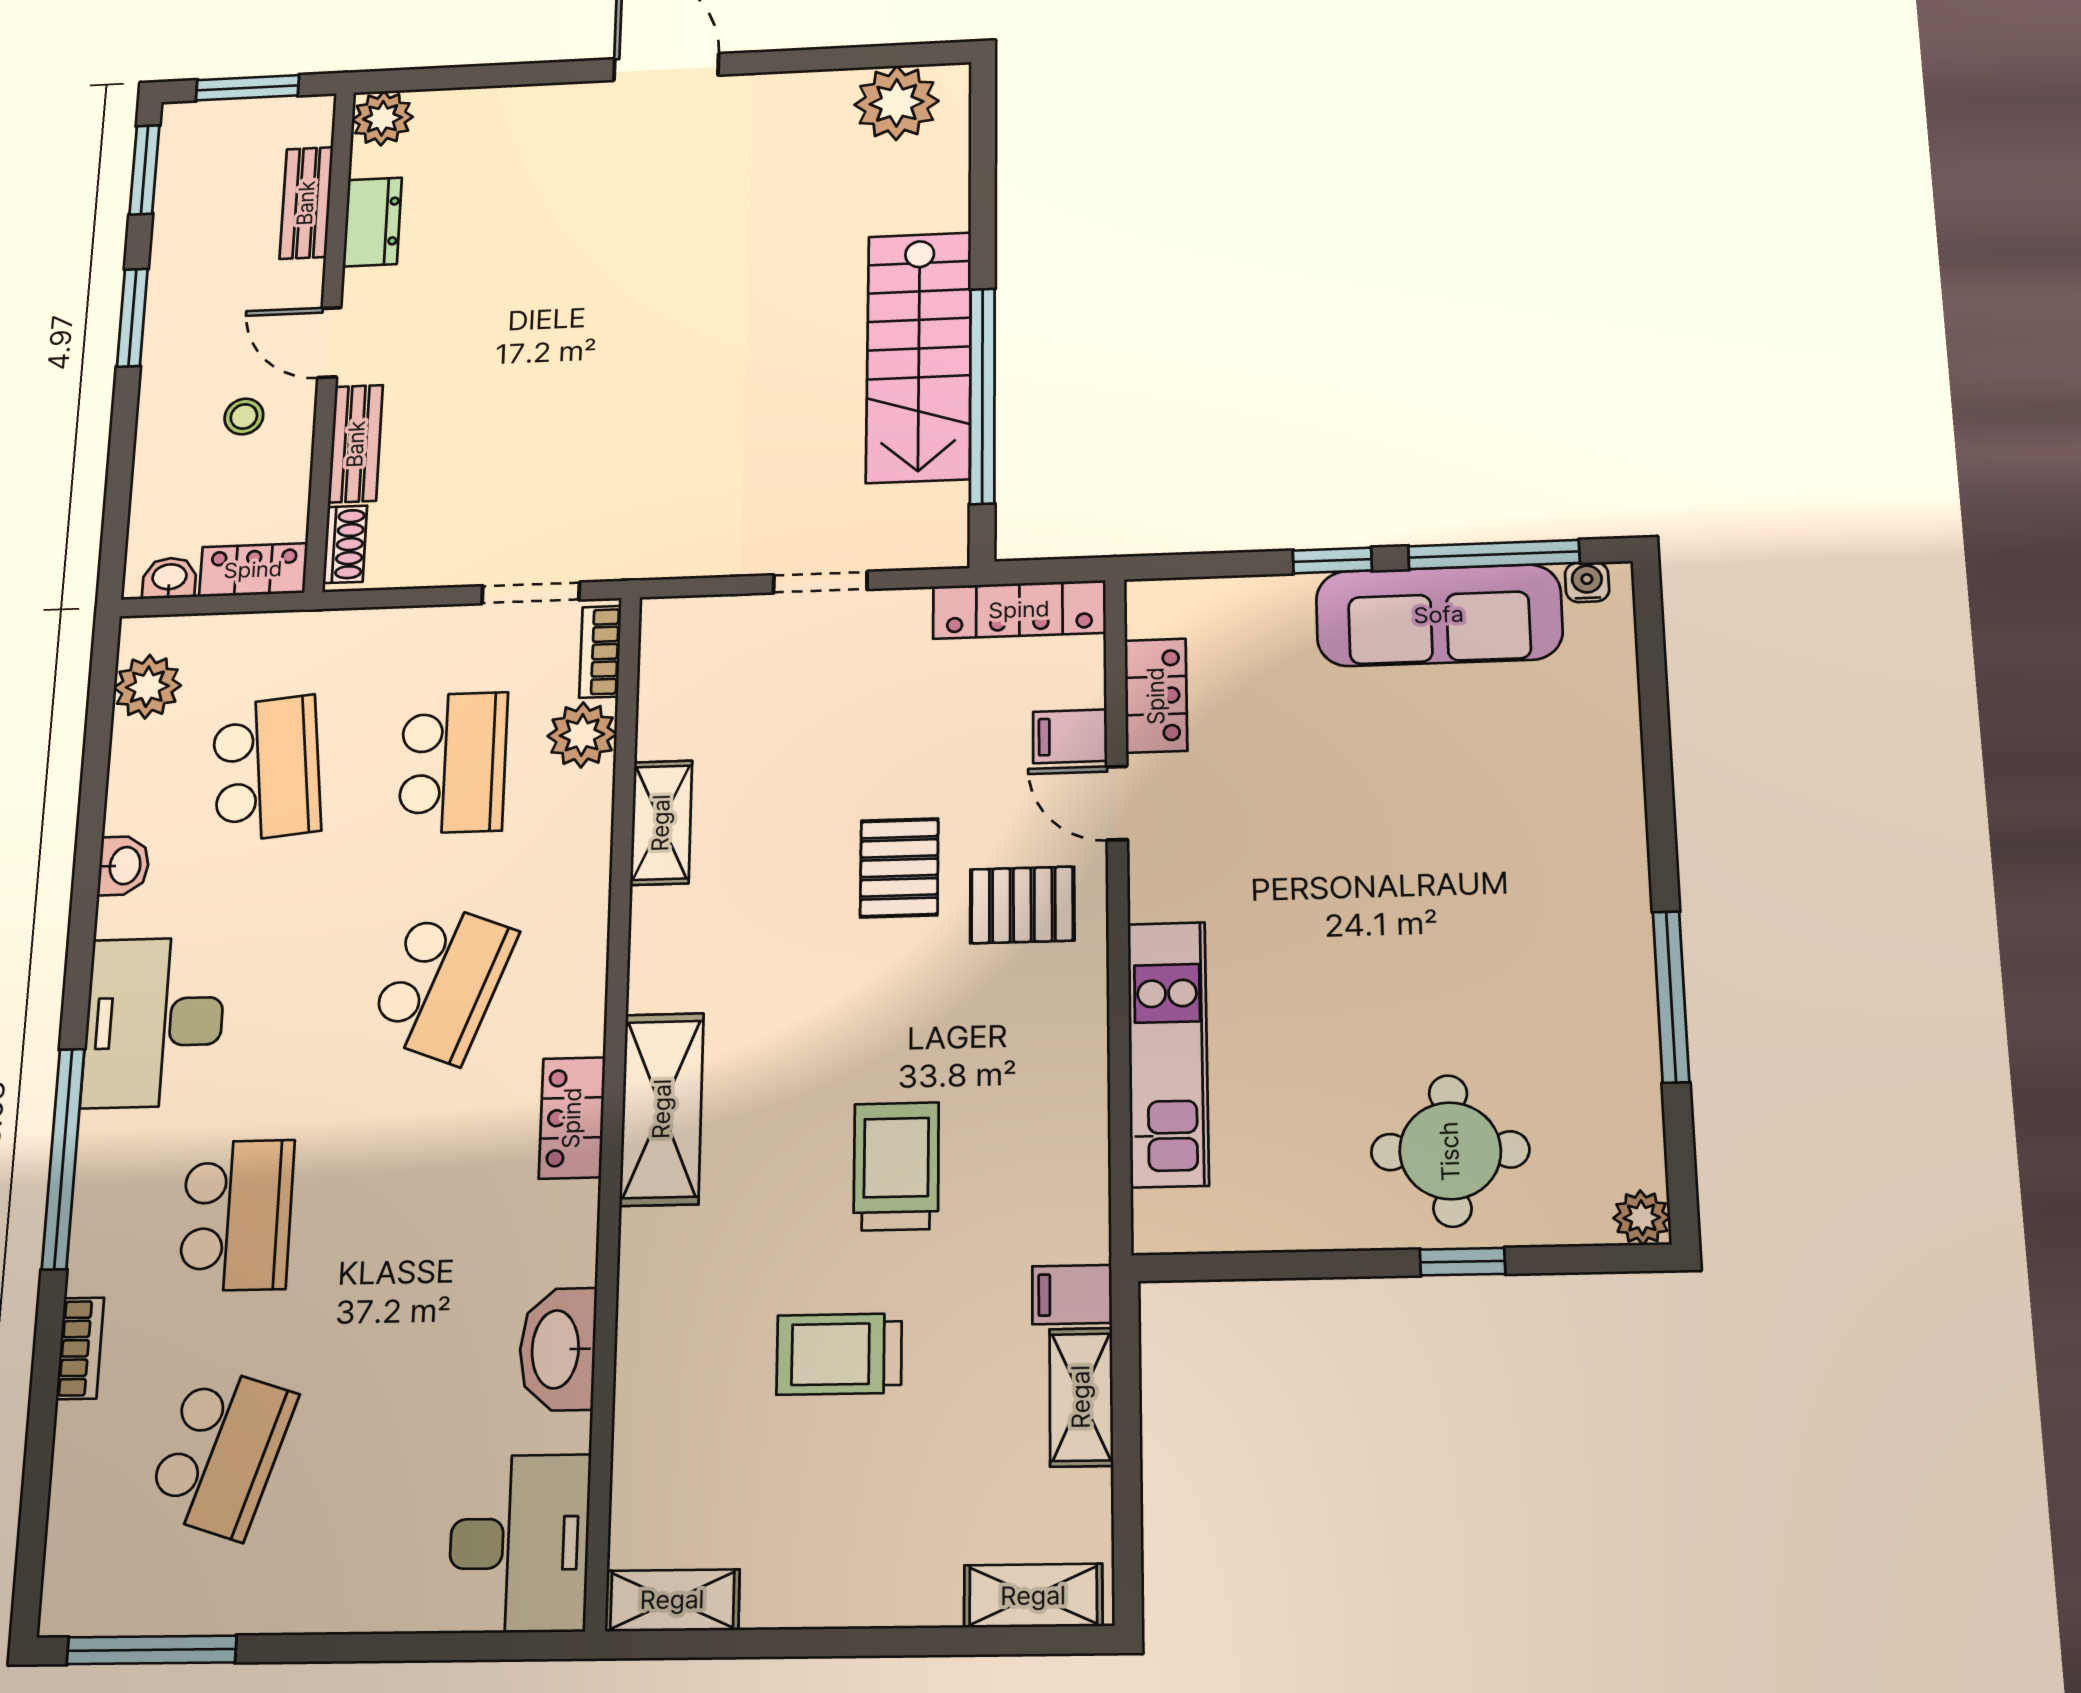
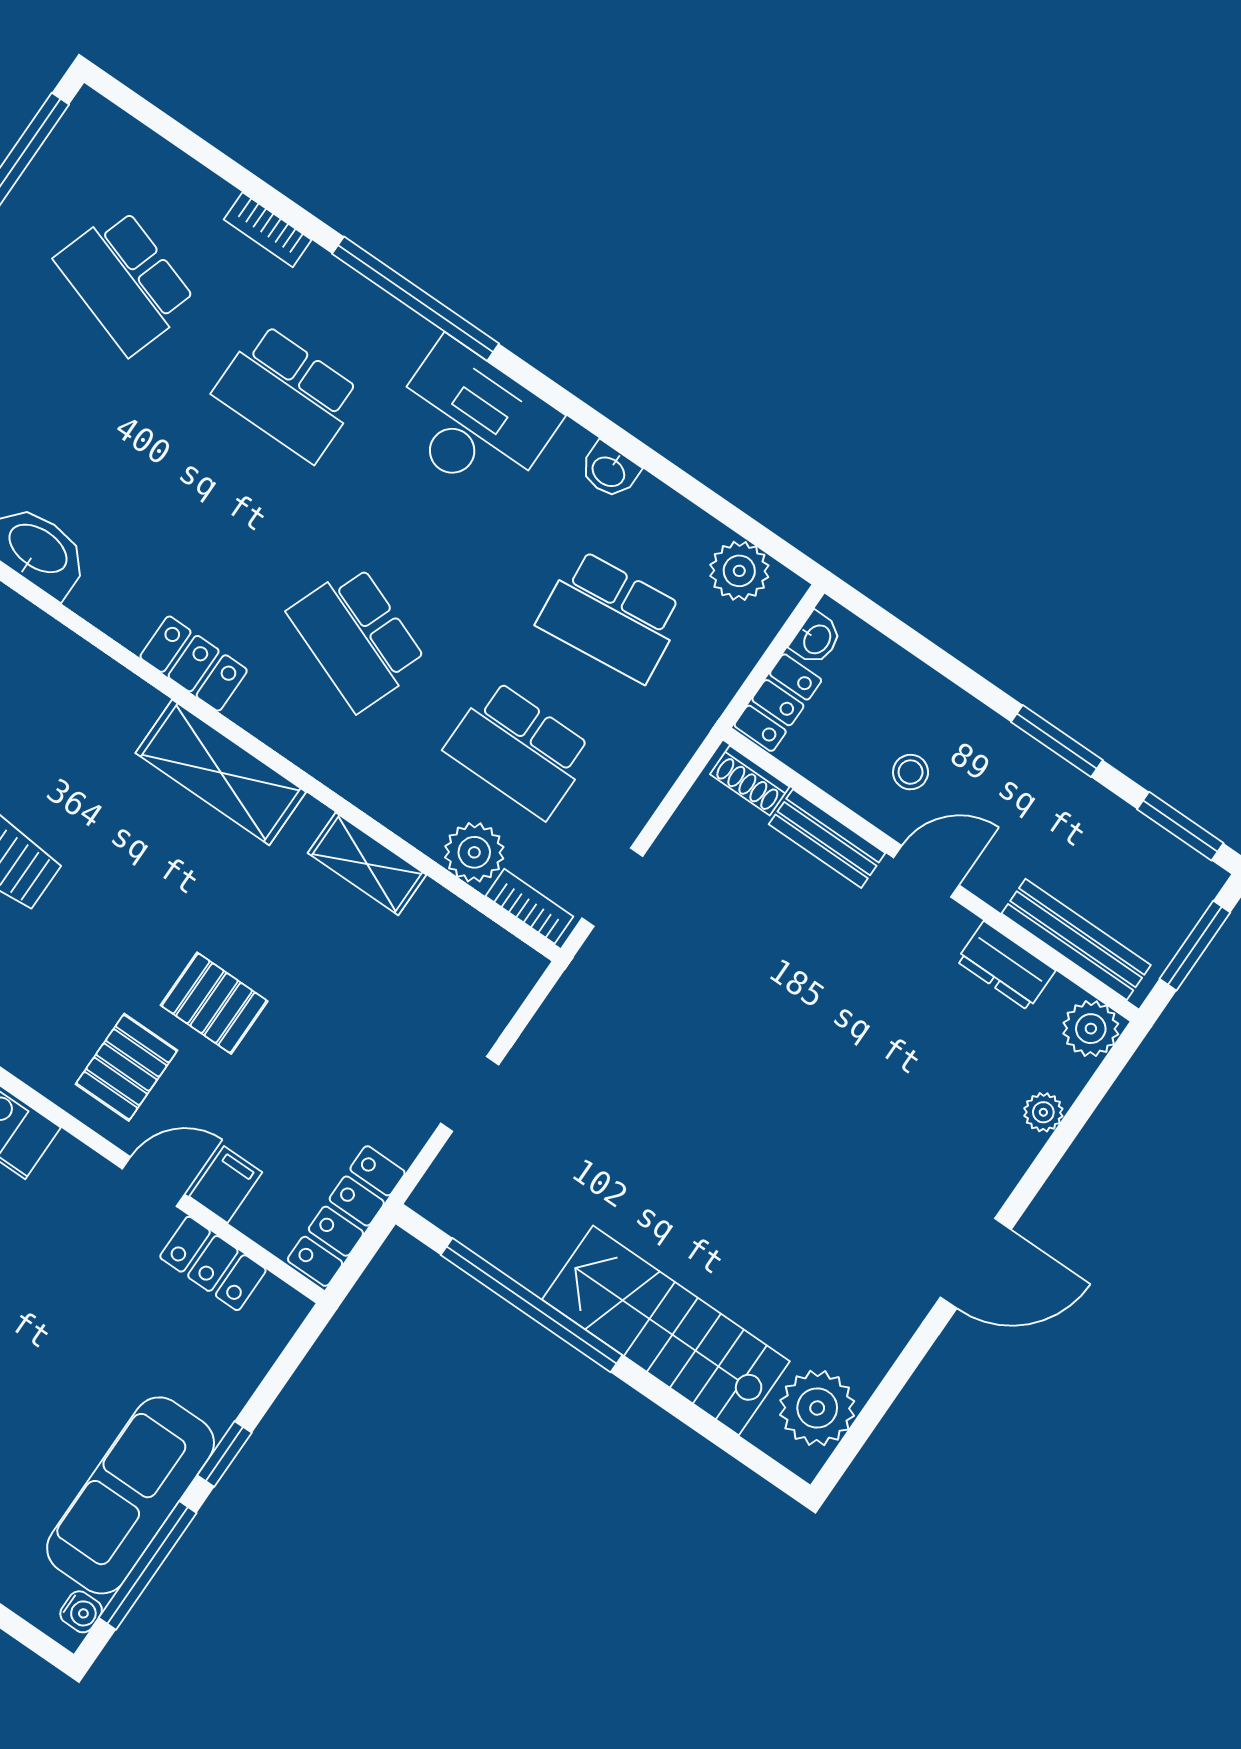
plant: (487, 105) -> (1043, 1112), added
bench: (306, 203) -> (1076, 939), width x1.36
stairs: (919, 357) -> (666, 1330), moved
shelving: (662, 1109) -> (221, 772), moved

